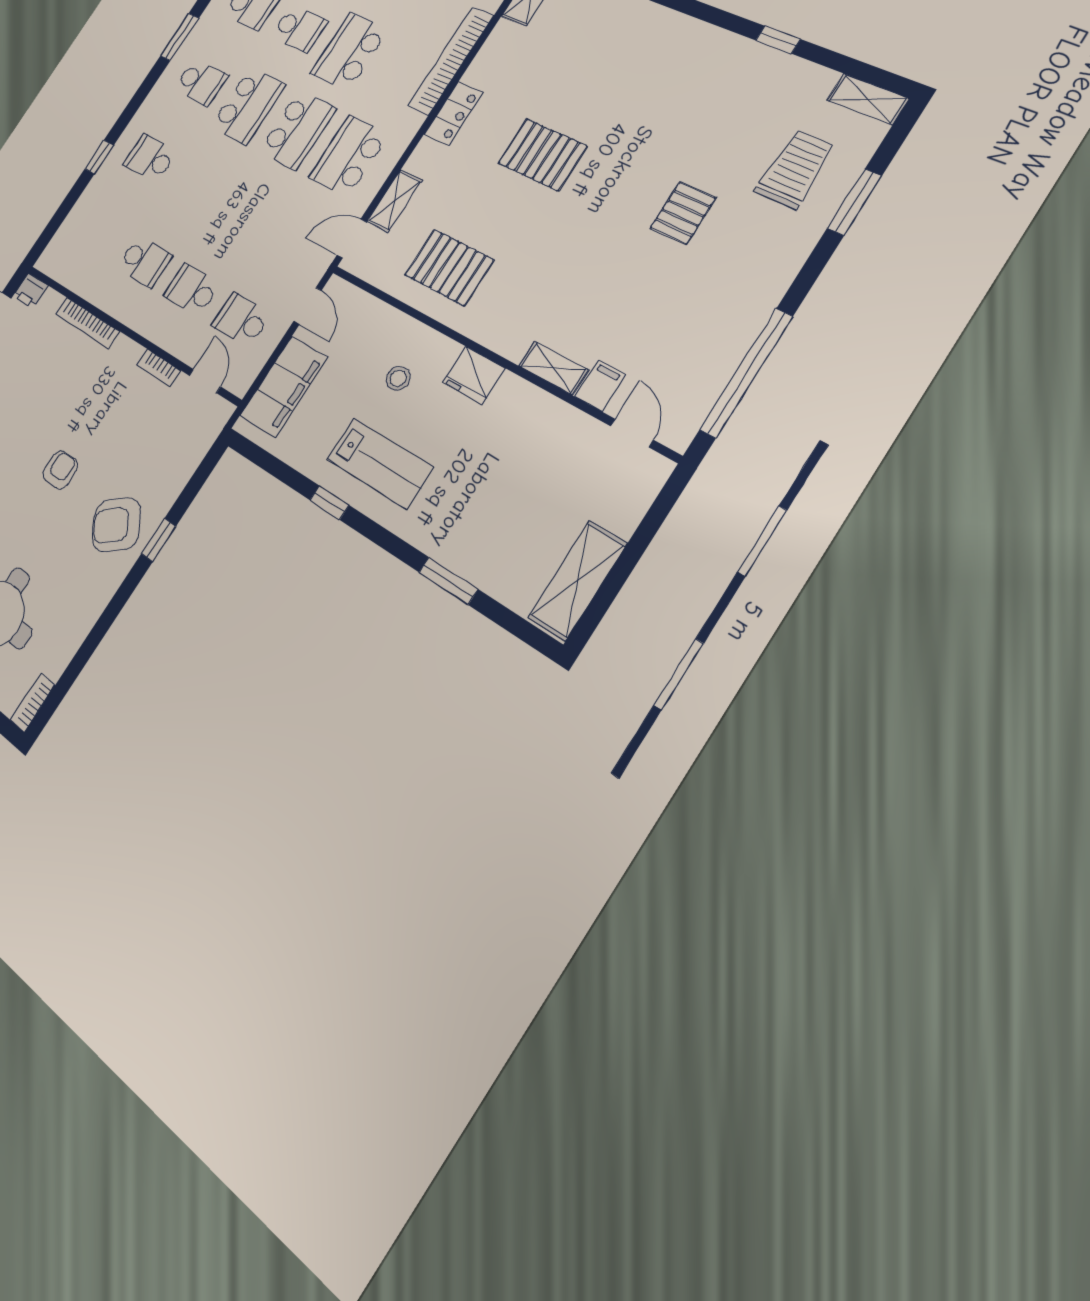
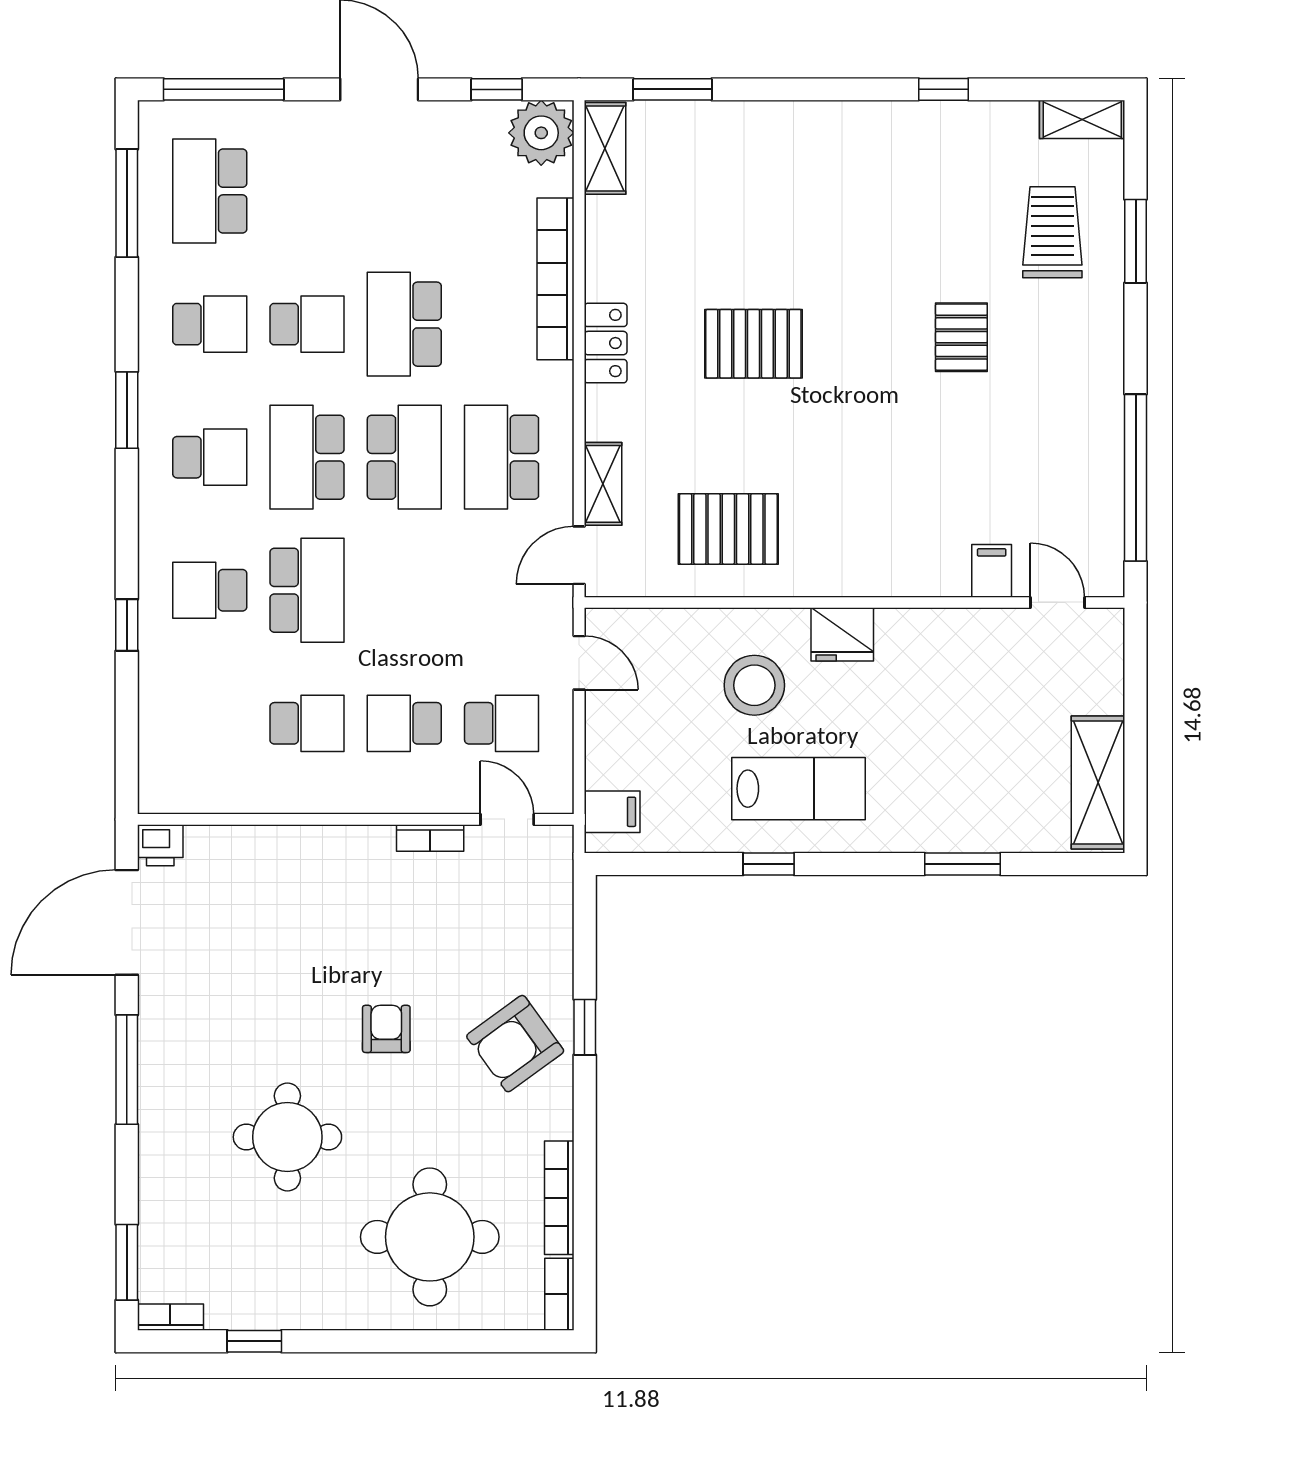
school desk: (248, 106) -> (307, 457), turned 180
school desk: (196, 183) -> (307, 590), added
school desk: (241, 320) -> (502, 723), turned 180
bookcase: (87, 323) -> (559, 1198), moved, turned 90
shelving: (553, 368) -> (928, 579), removed
stool: (398, 378) -> (754, 685), width x1.89, depth x1.89
filing cabinet: (283, 386) -> (612, 812), width x0.33, depth x0.86

